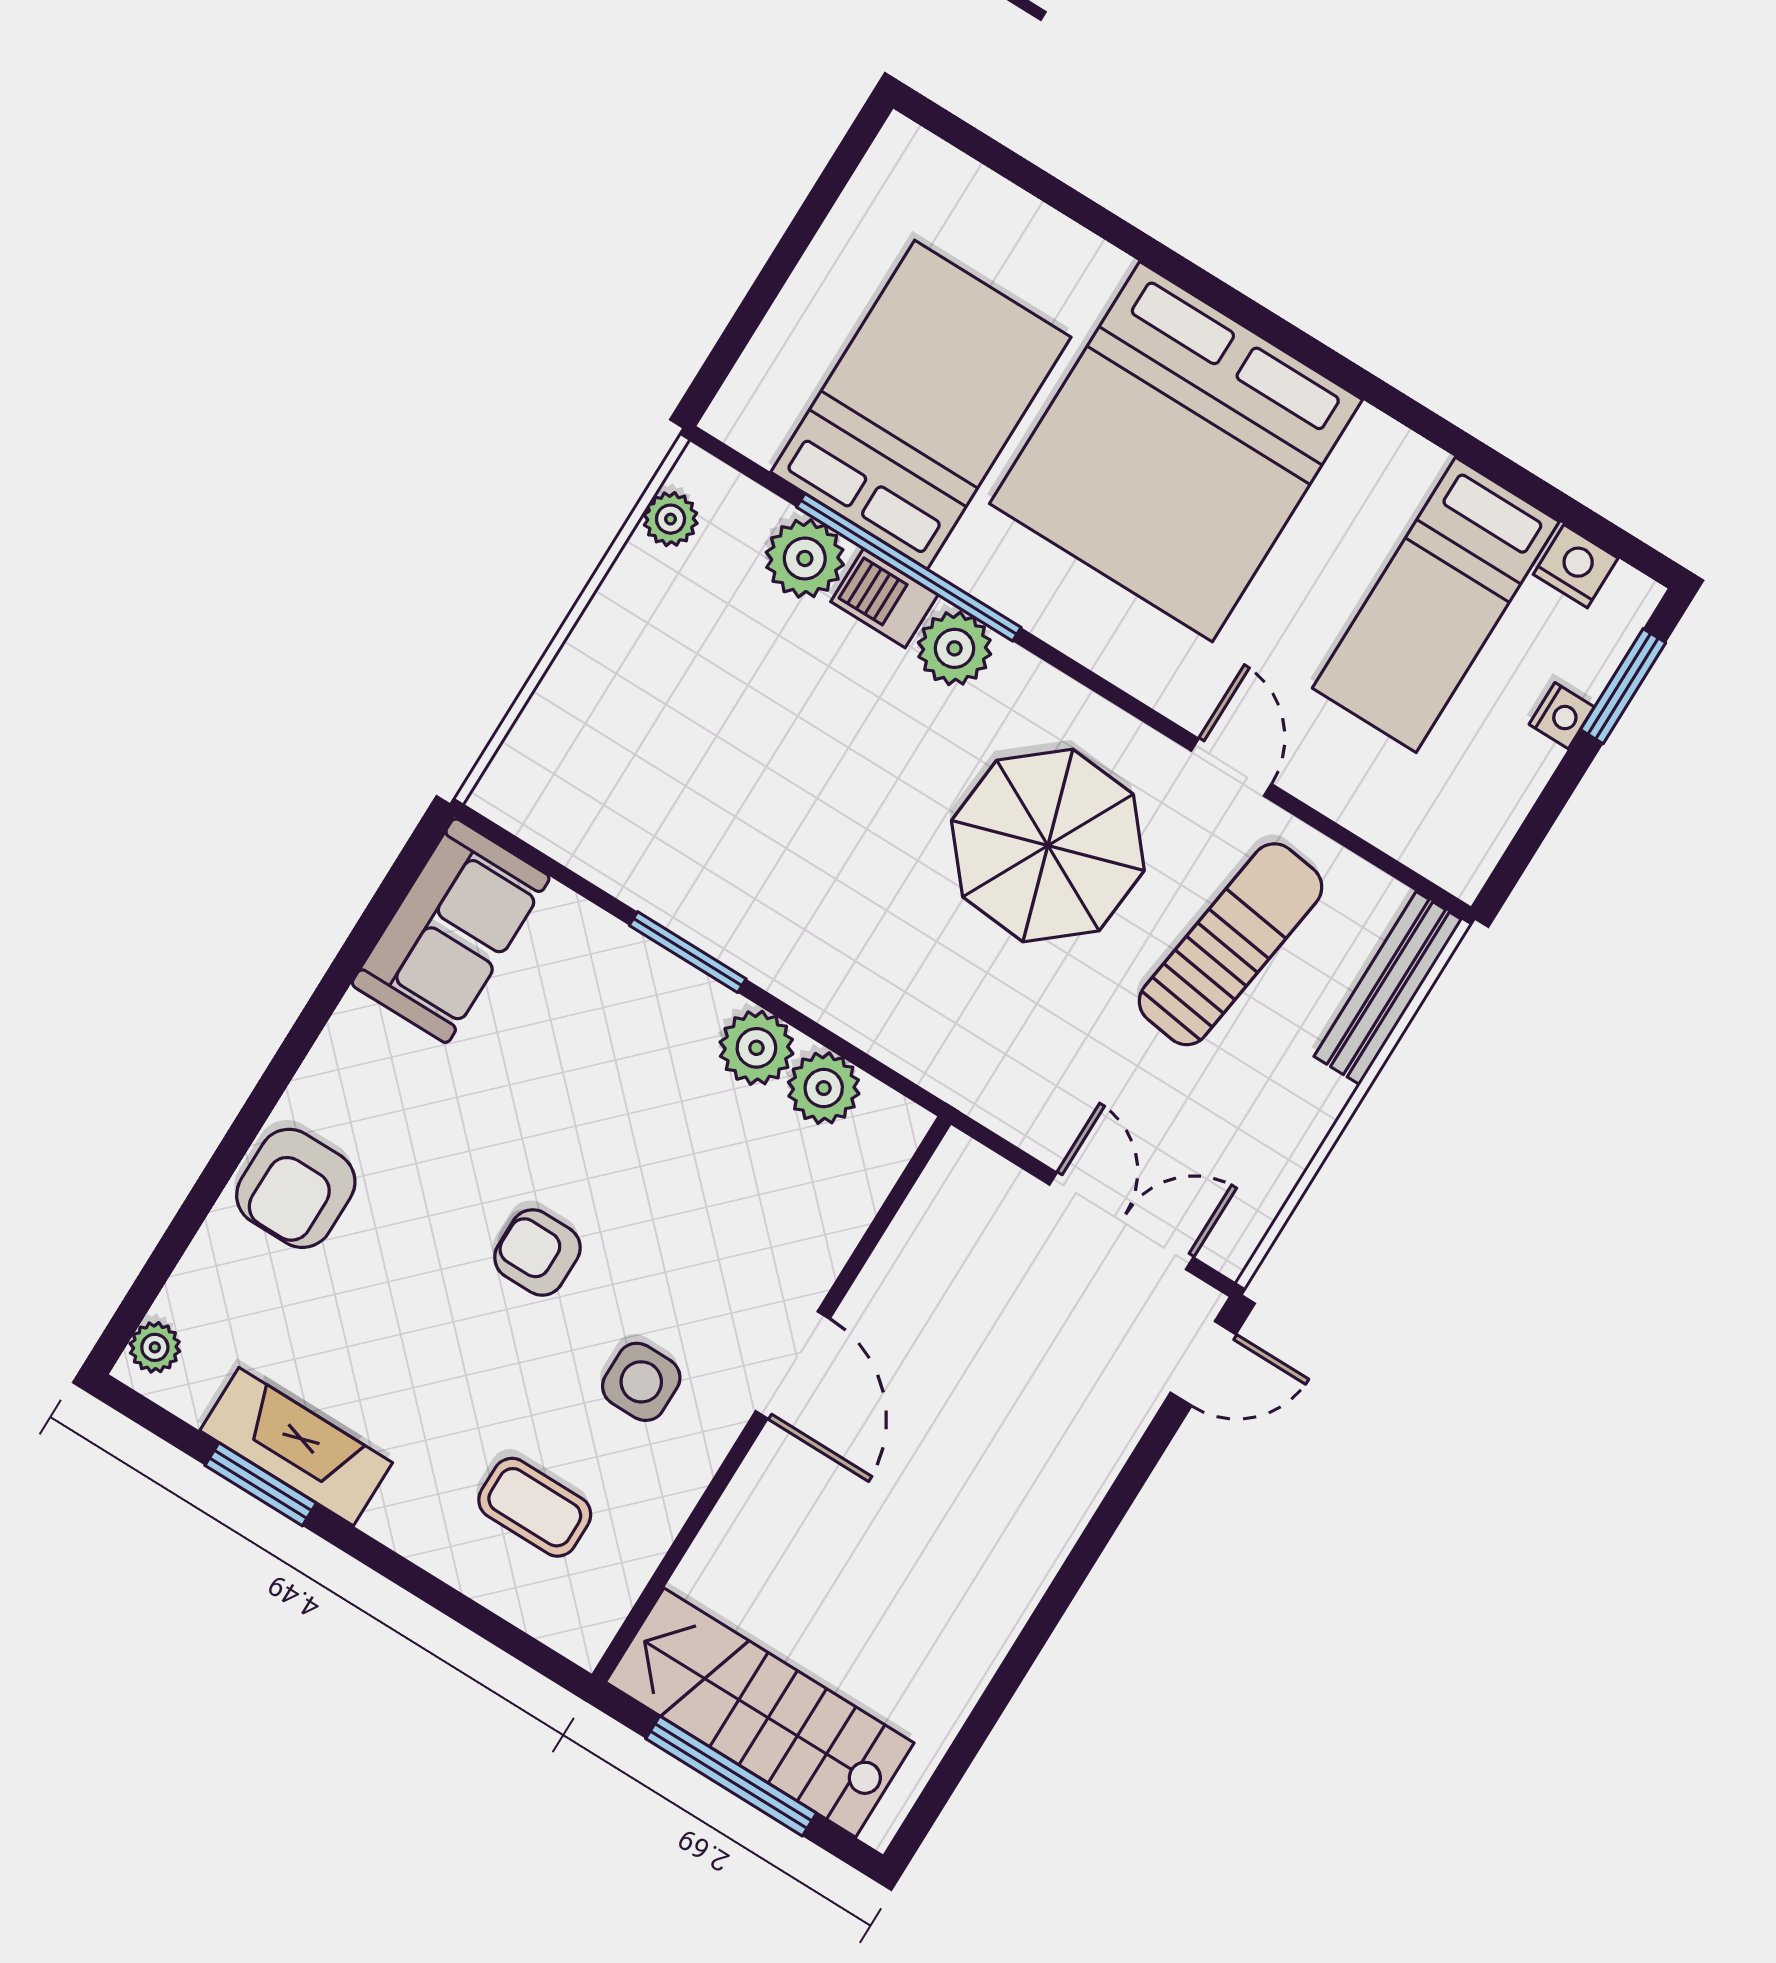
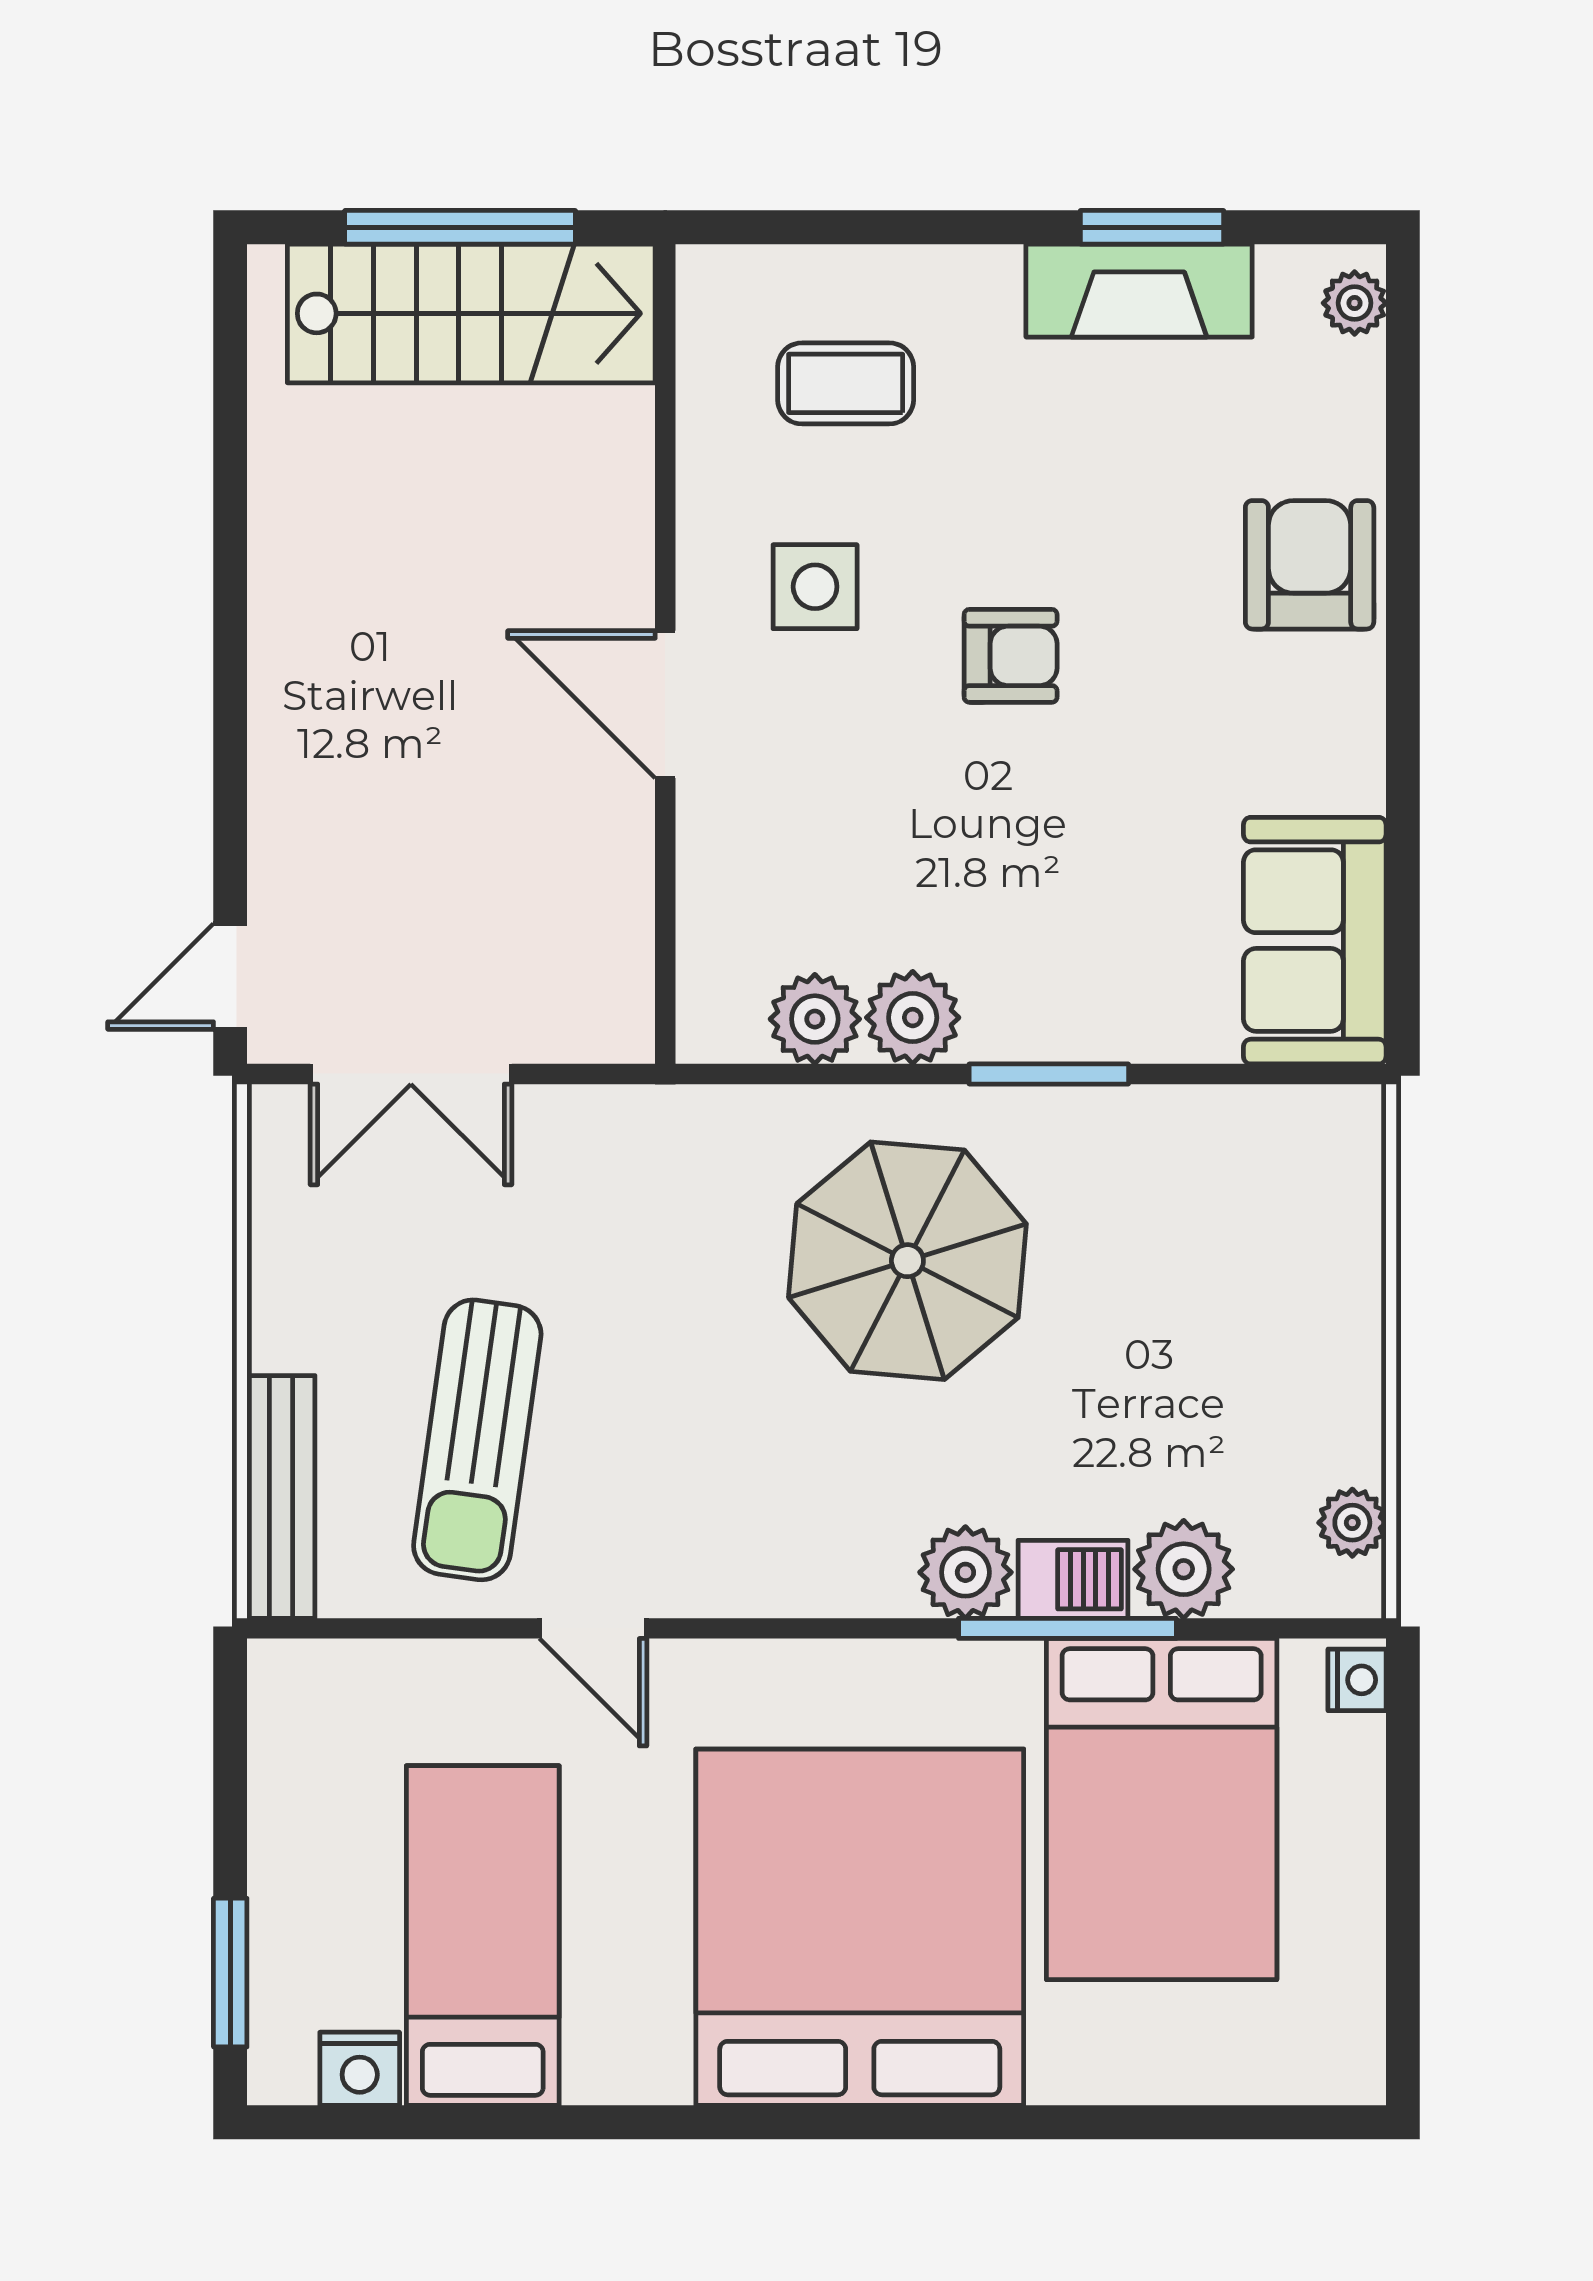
window: (909, 567) -> (1067, 1628), width x0.68
nightstand: (1562, 716) -> (1357, 1680), moved, turned 180
parasol: (1048, 846) -> (907, 1261), moved

